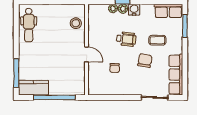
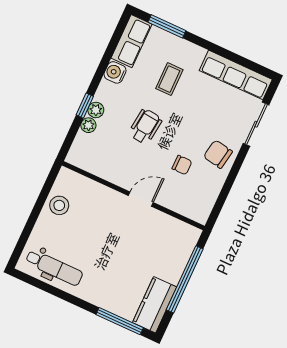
water cooler: (134, 10) -> (115, 72), moved
stool: (76, 23) -> (59, 205), moved
chair: (145, 61) -> (218, 154), moved

